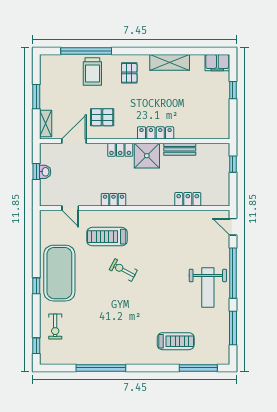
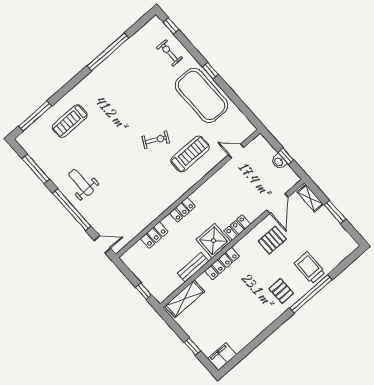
window: (86, 51) -> (311, 294), moved
shelving: (170, 62) -> (184, 299), moved
locker: (113, 200) -> (182, 210), moved
weight bench: (208, 287) -> (81, 182), width x0.73, depth x0.75

